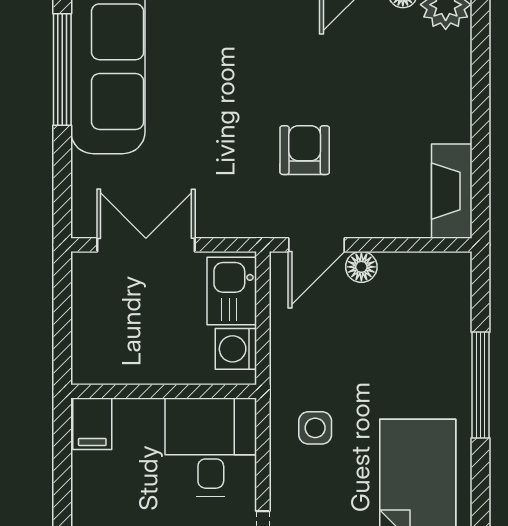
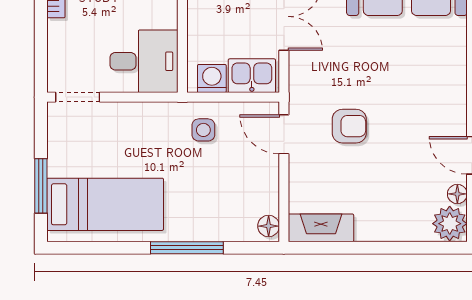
floor lamp: (361, 267) -> (269, 226), moved
side table: (315, 428) -> (203, 130), moved

